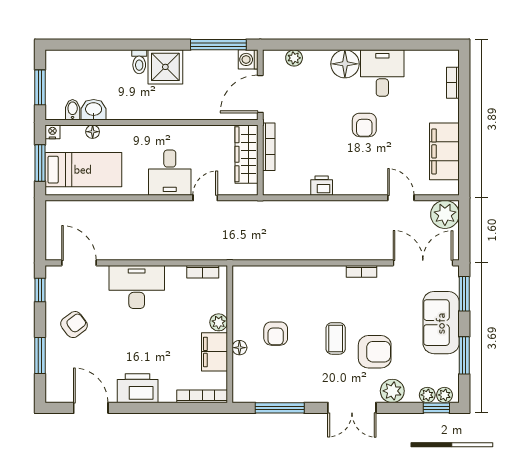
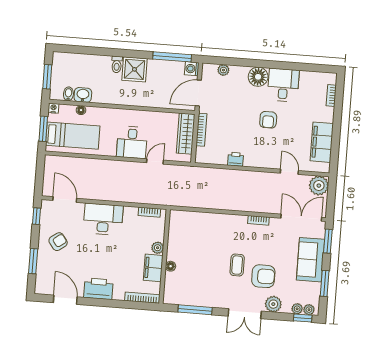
armchair: (276, 334) -> (196, 258), removed

